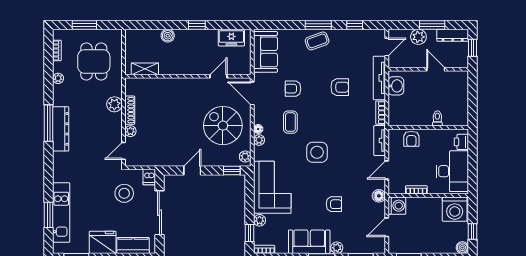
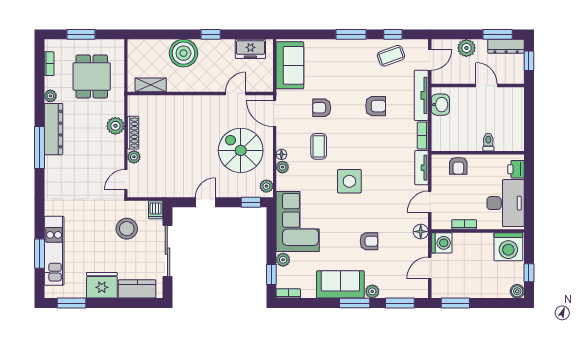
window: (432, 25) -> (498, 34), moved
boiler: (168, 36) -> (183, 53), width x1.86, depth x1.86
coffee table: (317, 41) -> (391, 56), moved
dresser: (61, 129) -> (53, 129), moved

